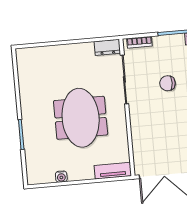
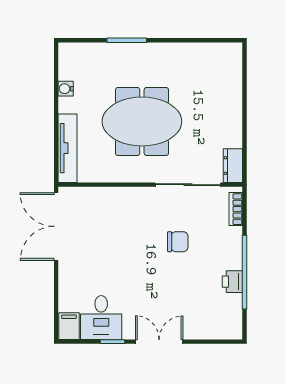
chair: (167, 83) -> (178, 242), turned 88
tv unit: (113, 171) -> (68, 148), width x1.41

